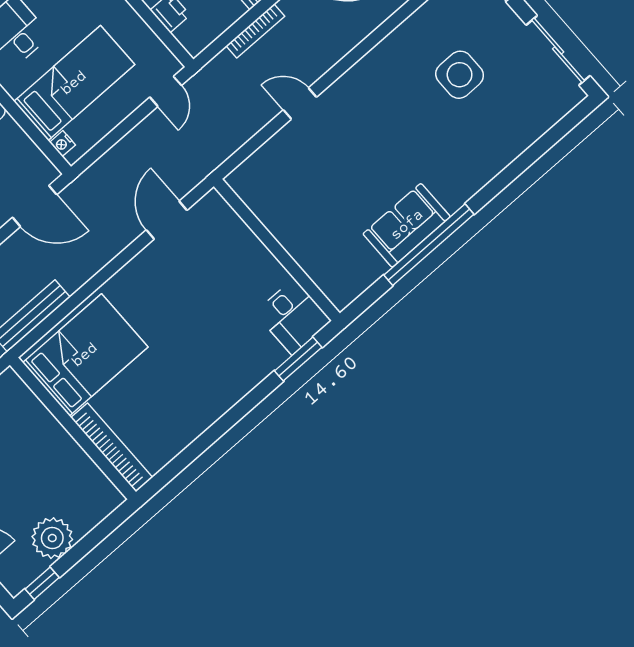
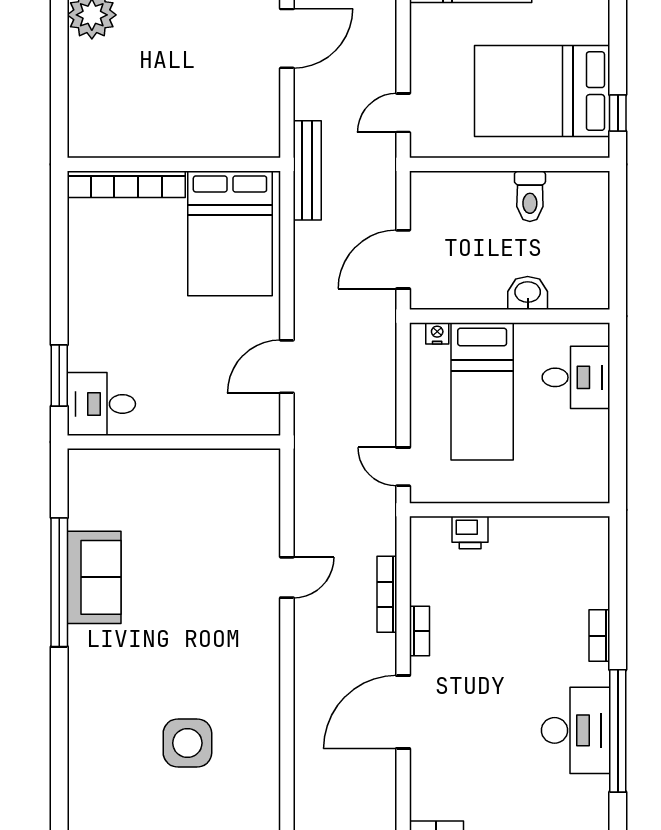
door: (167, 220) -> (287, 367), swing flipped
bed: (85, 355) -> (230, 233), moved
wall: (73, 428) -> (174, 164), moved
bookcase: (112, 448) -> (126, 184), moved

